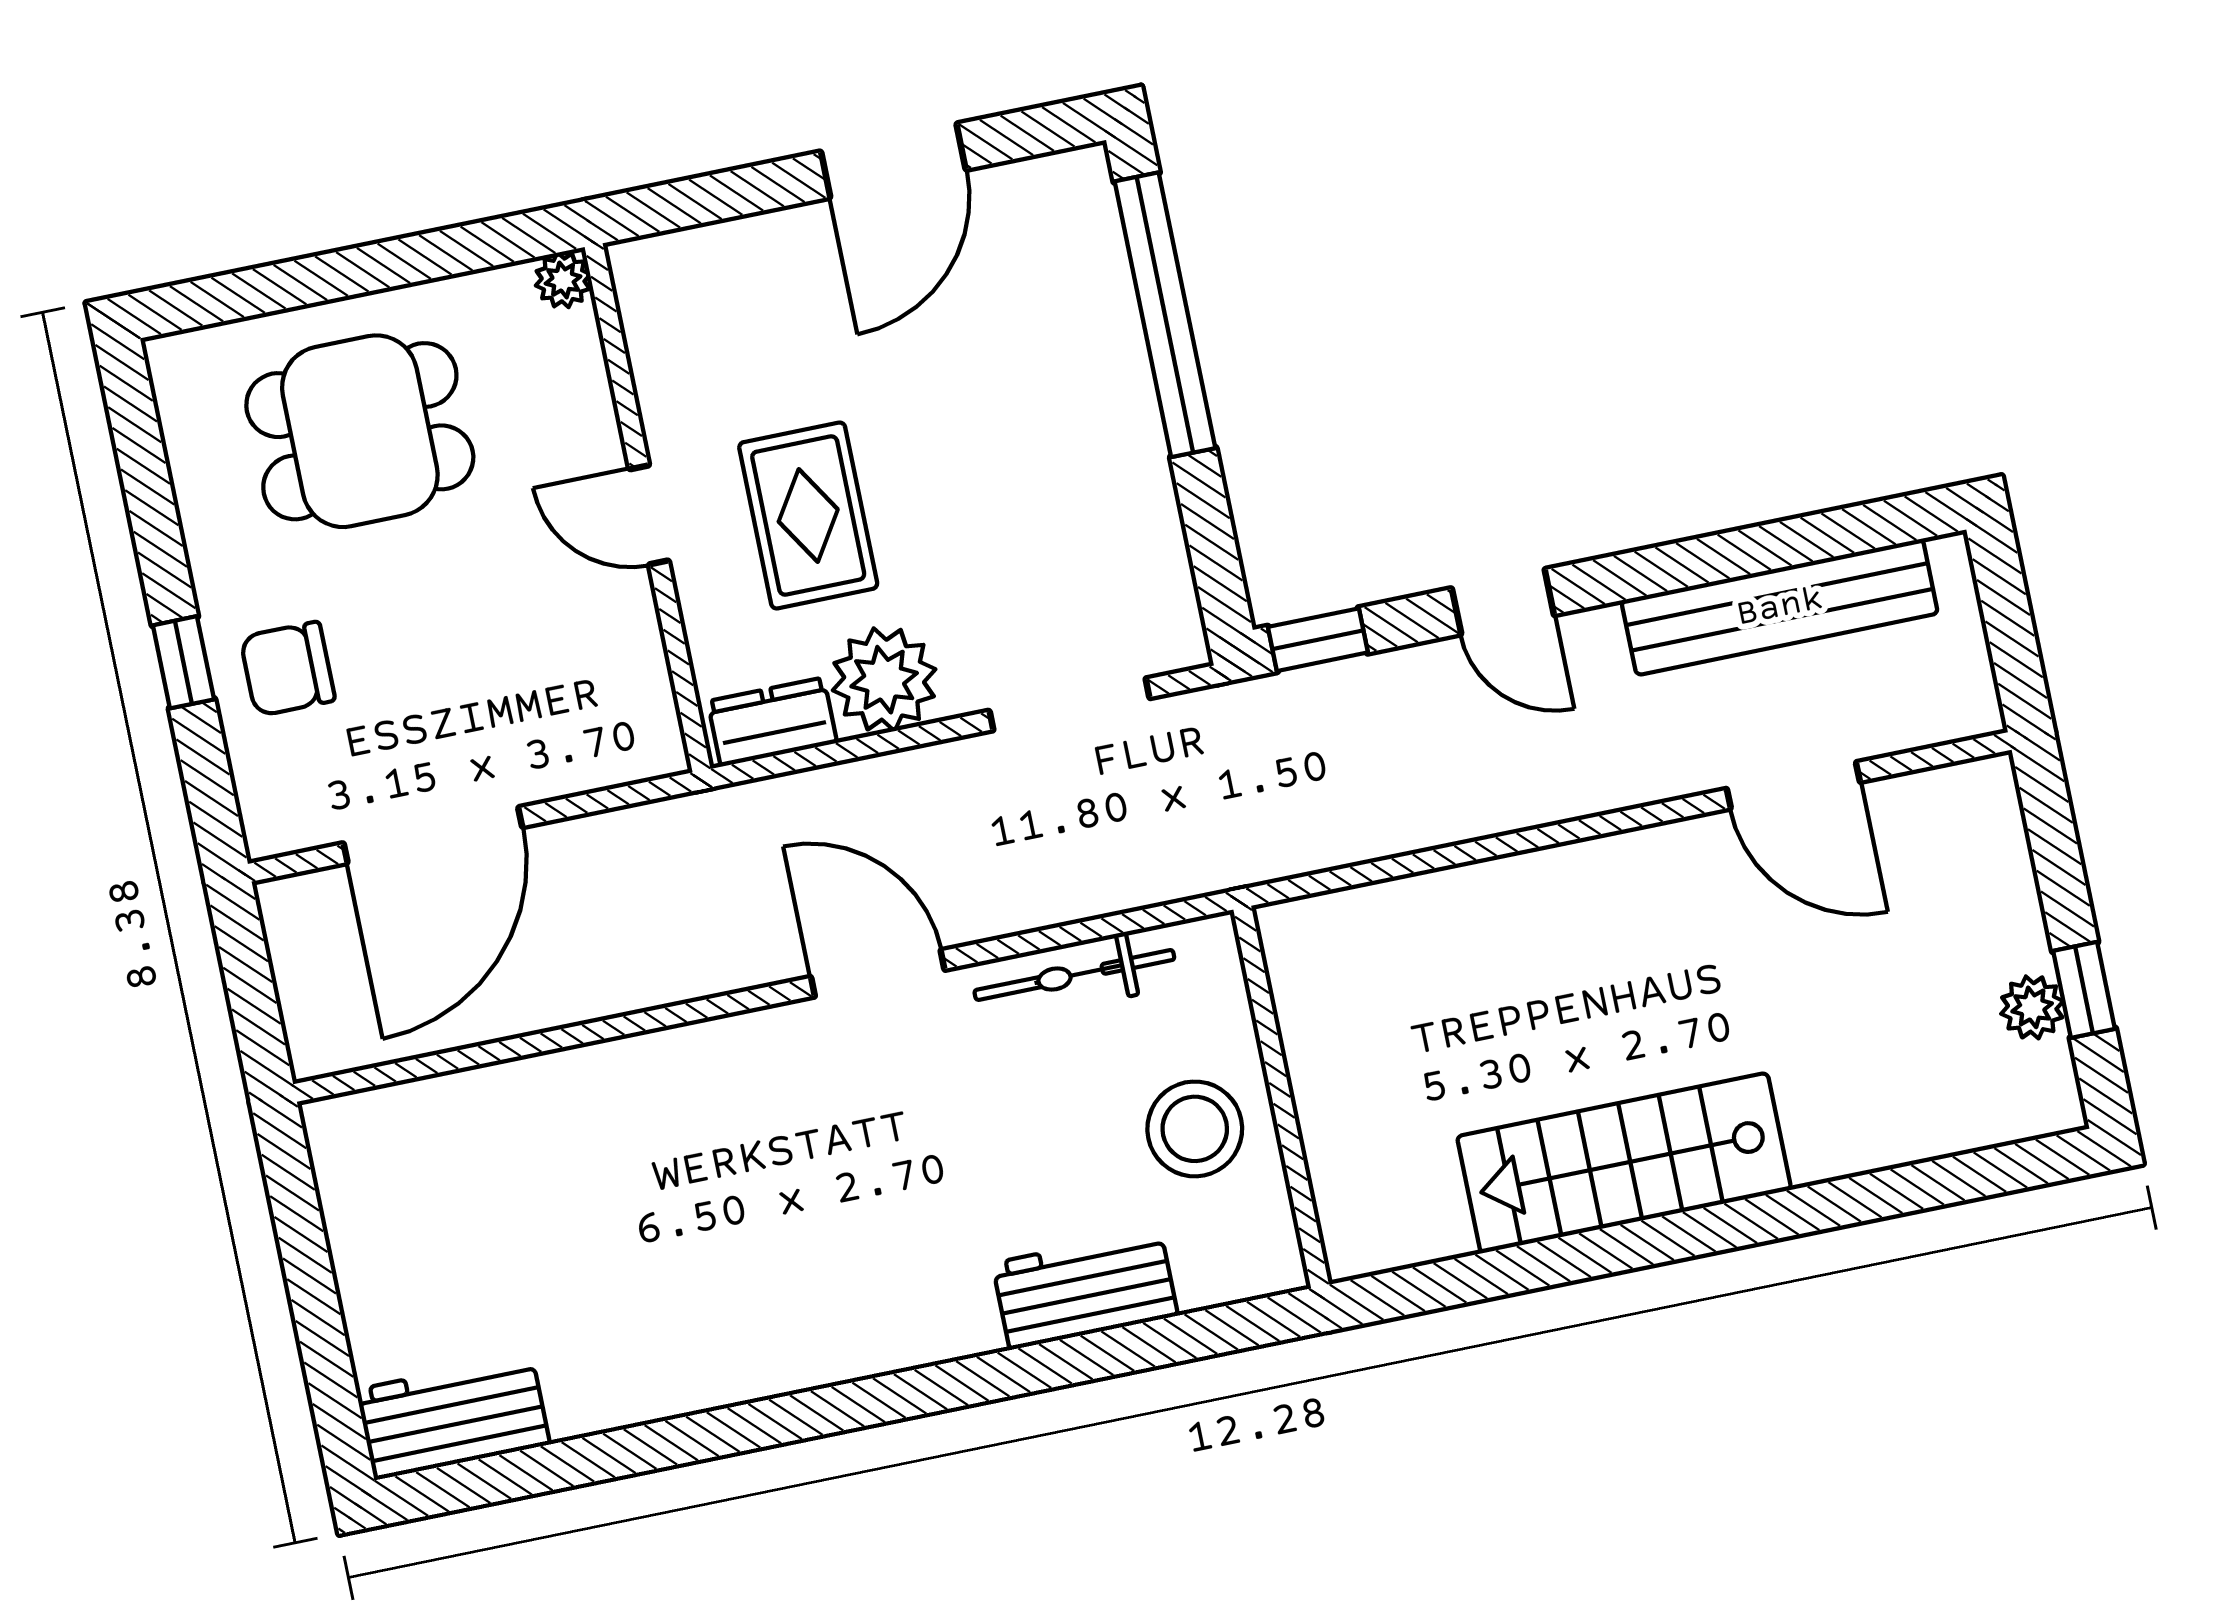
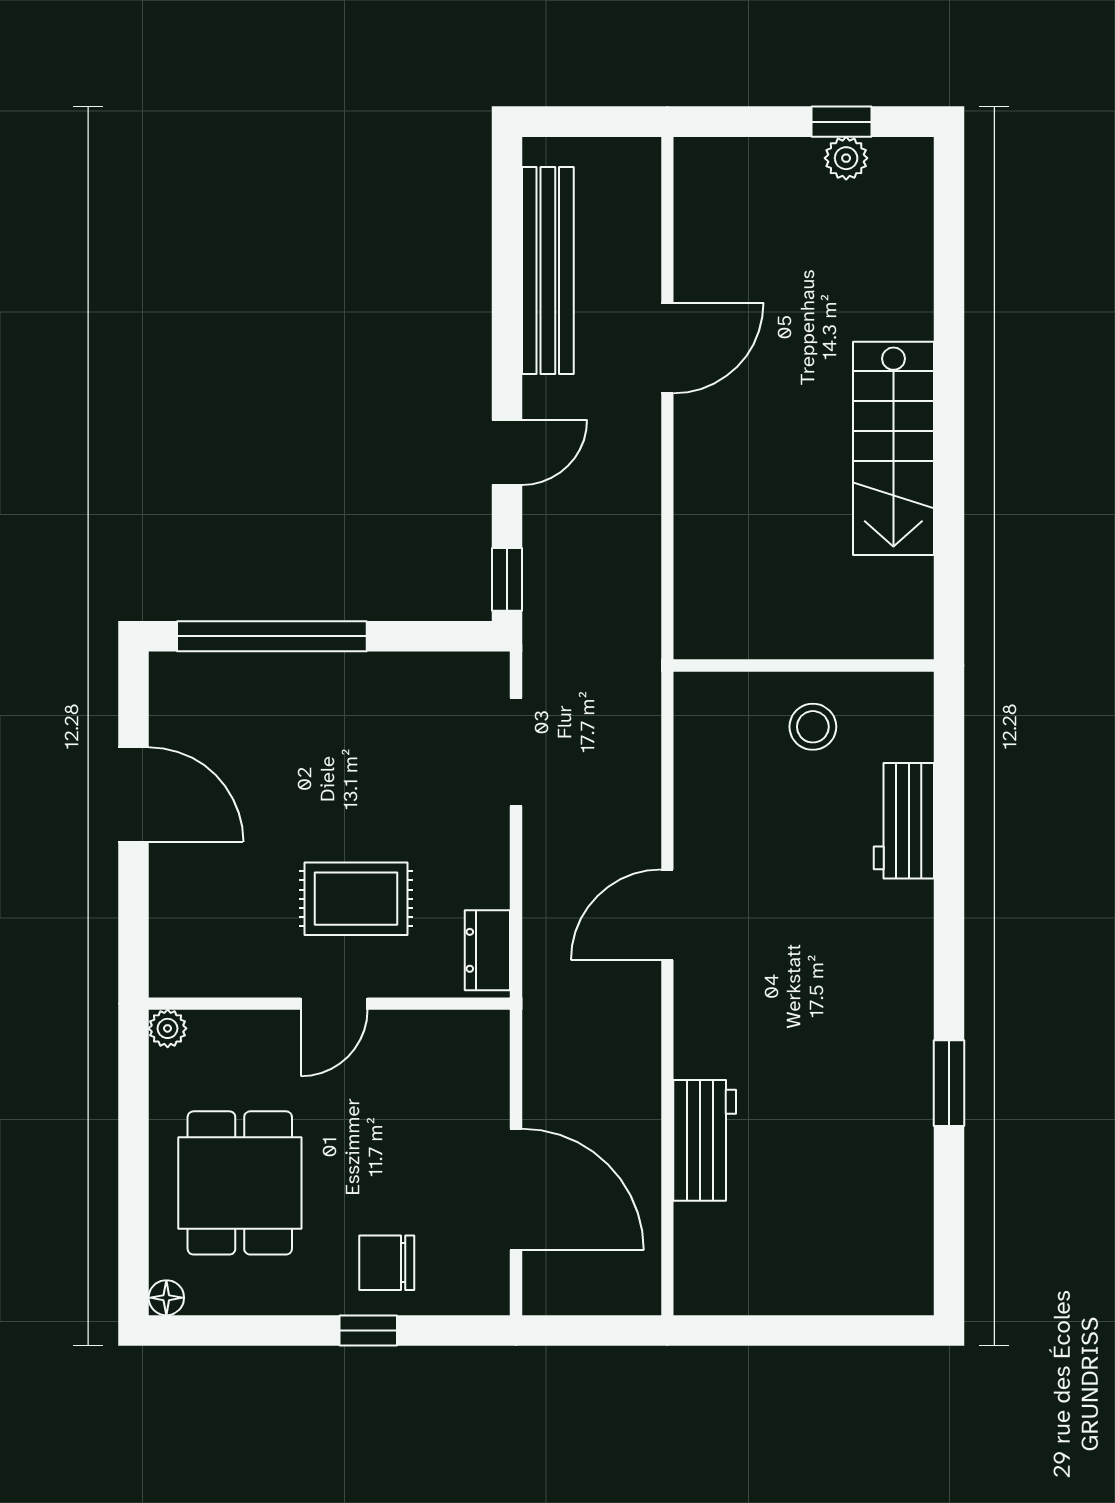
floor lamp: (171, 359) -> (166, 1298), added
chair: (288, 669) -> (387, 1263), turned 90
plant: (884, 680) -> (475, 871), removed
door: (1793, 785) -> (667, 348), moved
bicycle: (1074, 975) -> (695, 785), removed
stool: (1195, 1129) -> (813, 727), width x0.73, depth x0.73
workbench: (453, 1417) -> (705, 1140), moved, turned 180
window: (717, 1433) -> (949, 1083), added

